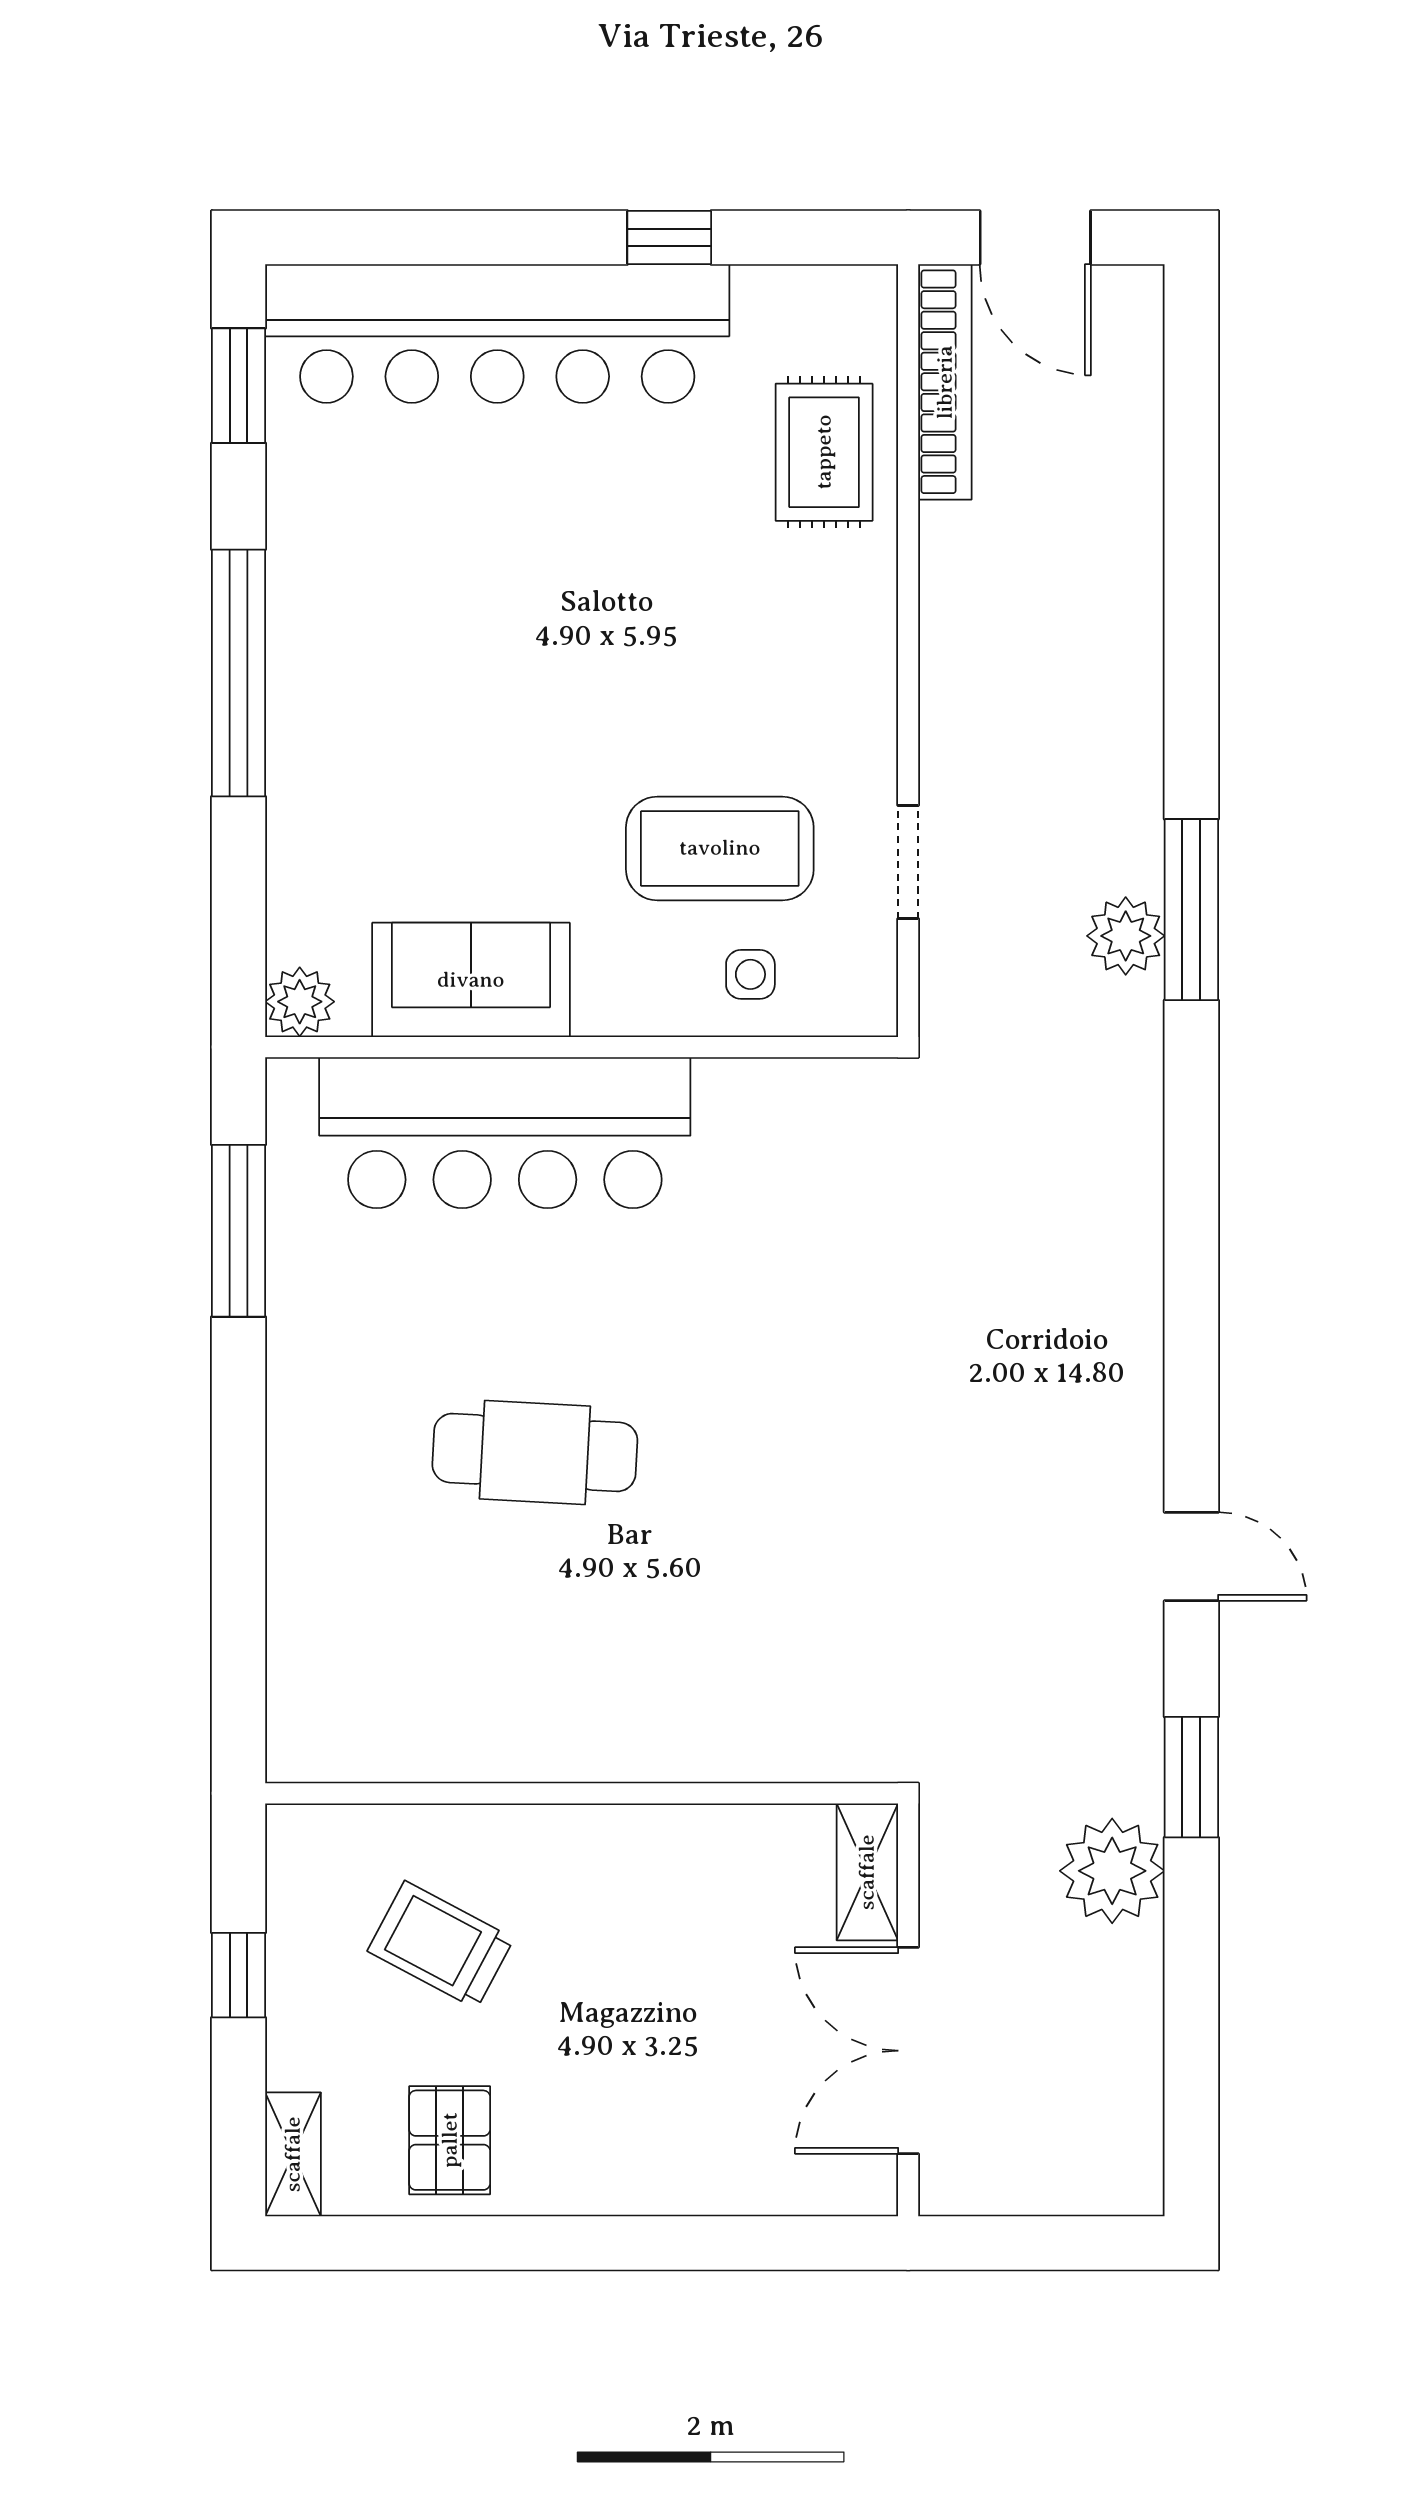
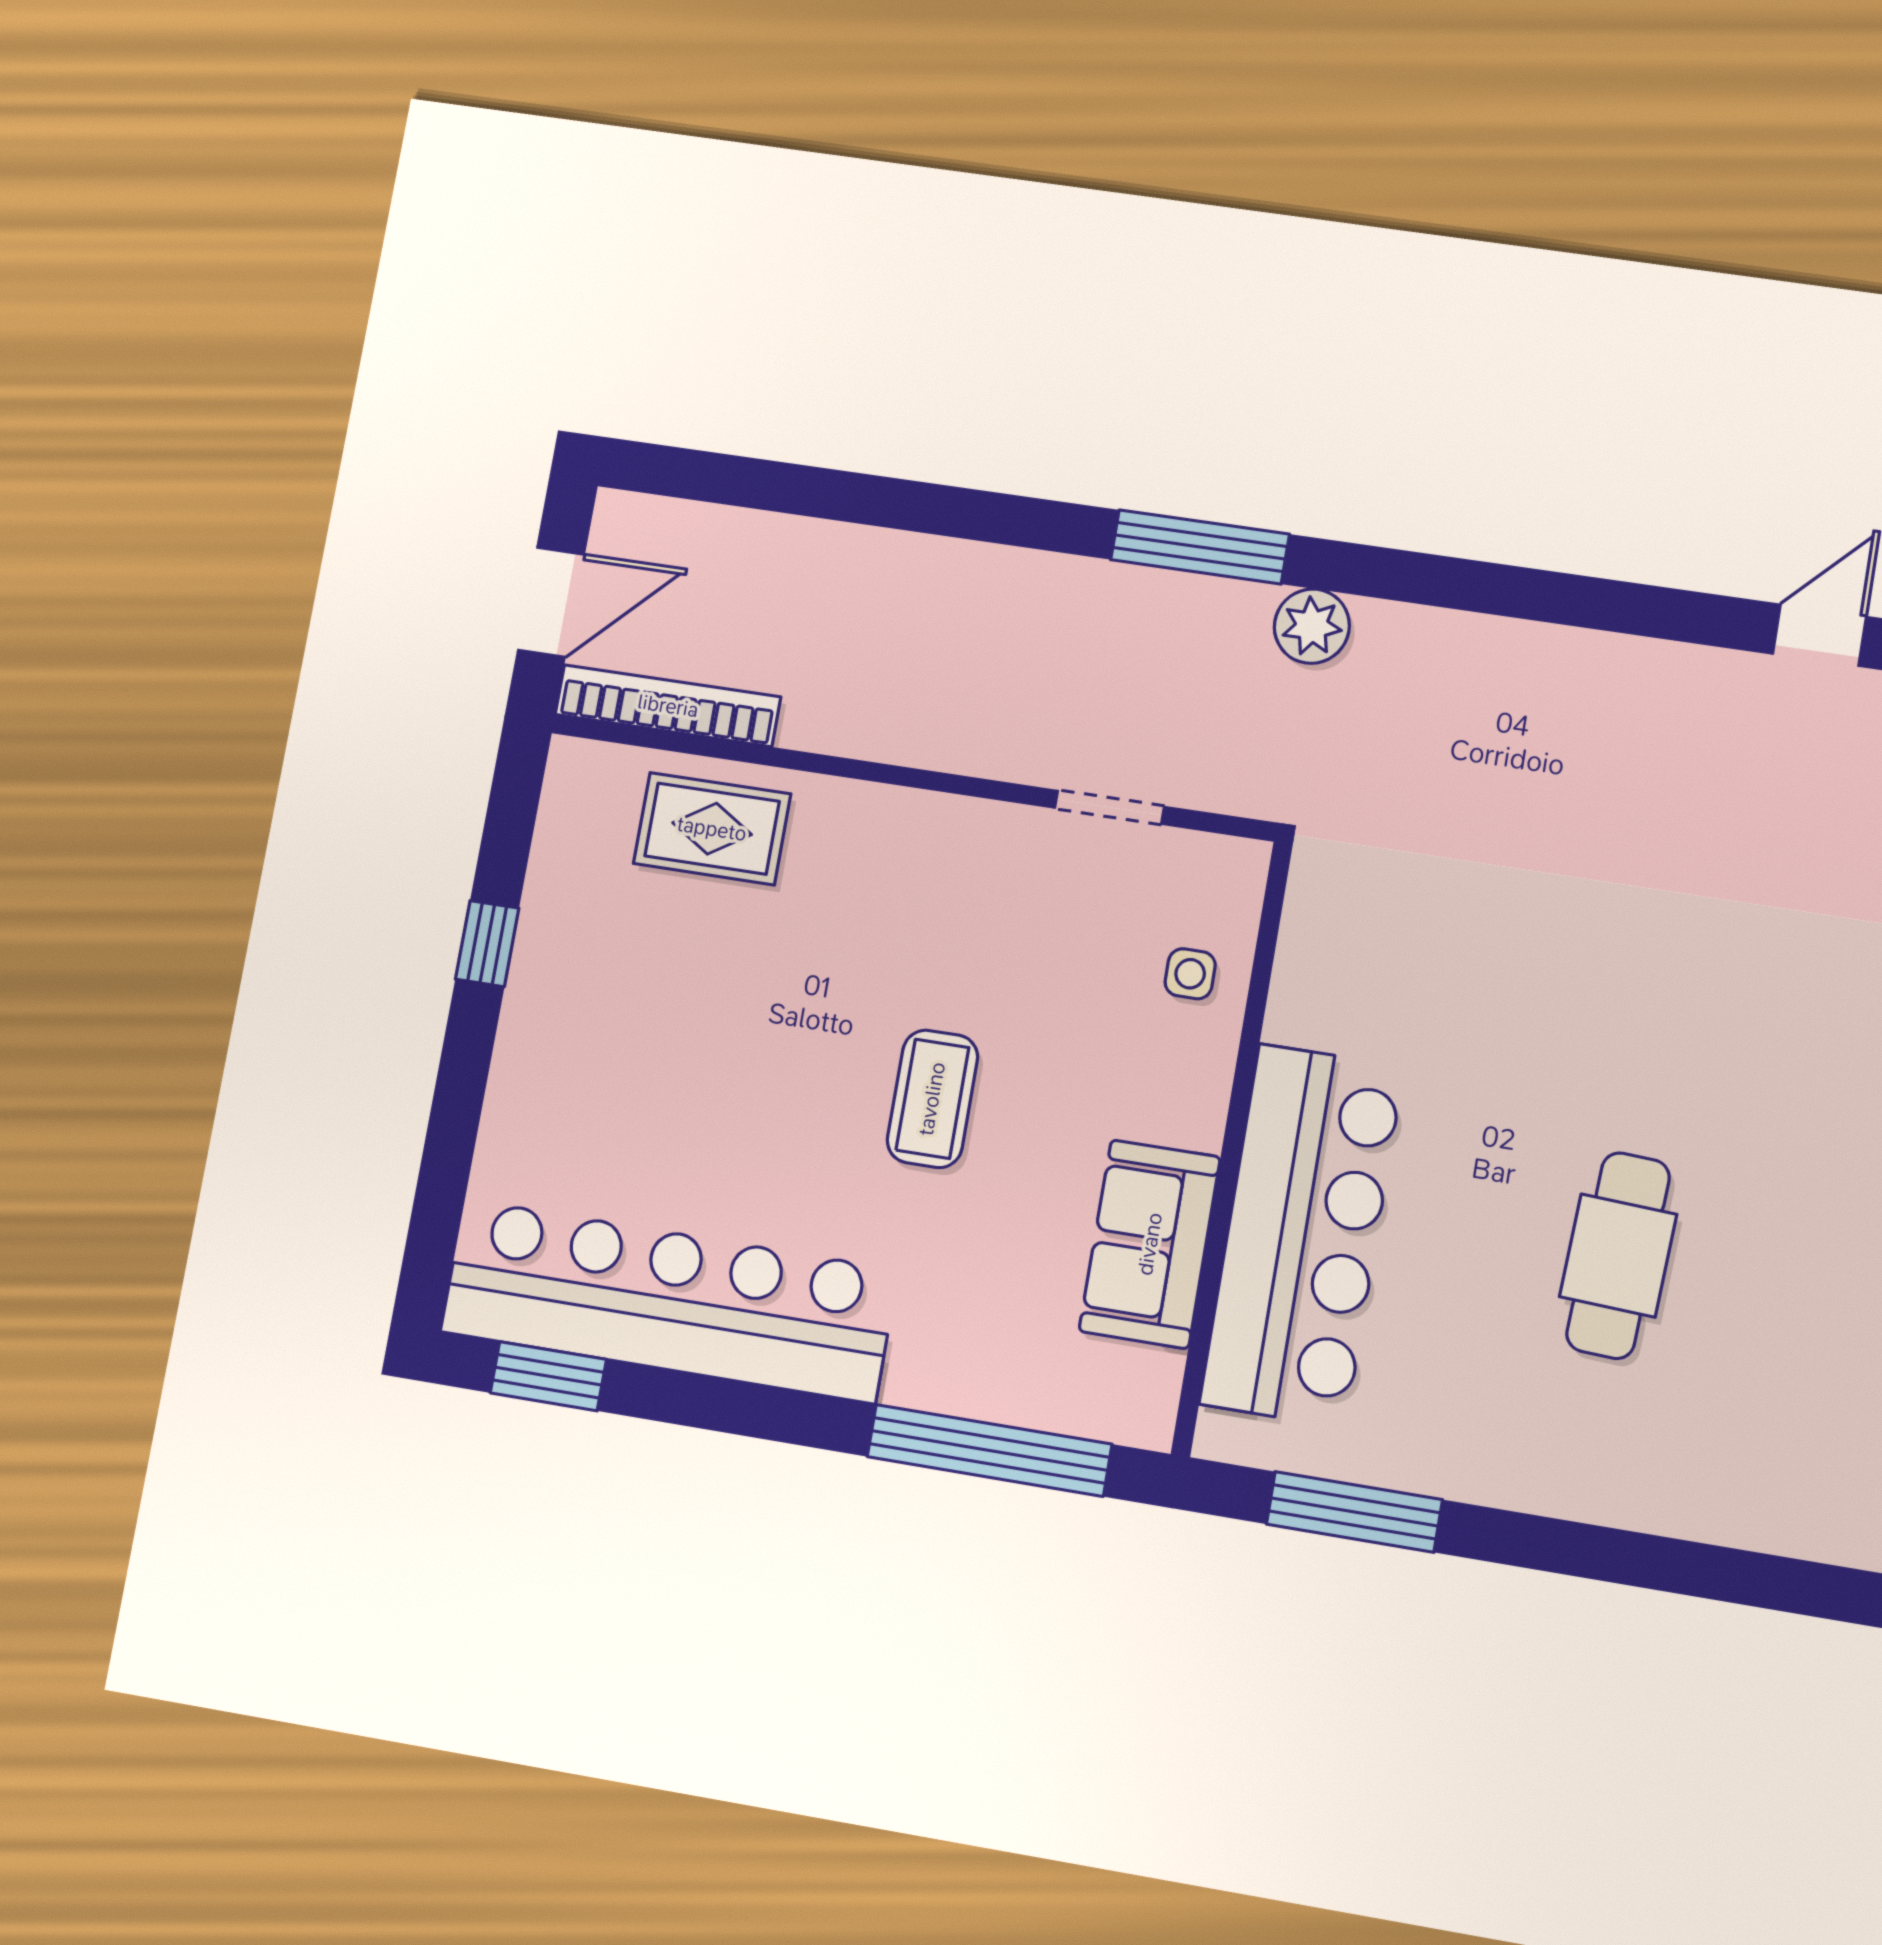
bar counter: (497, 333) -> (668, 1301), moved, turned -90
window: (239, 673) -> (989, 1450), moved
coffee table: (720, 848) -> (932, 1099), moved, width x0.73, depth x0.76
plant: (1126, 936) -> (1312, 626), moved
plant: (300, 1002) -> (1142, 1414), removed

